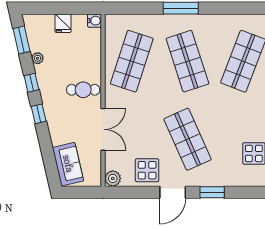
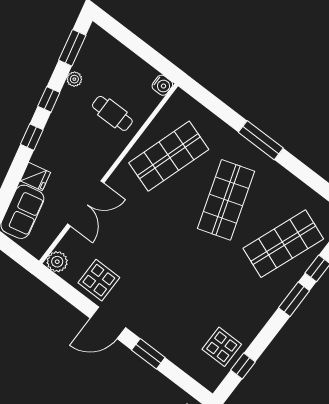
fridge: (63, 23) -> (35, 177), moved, turned -103
cafe table: (83, 90) -> (112, 113), moved
shop shelf: (187, 139) -> (165, 280), removed

